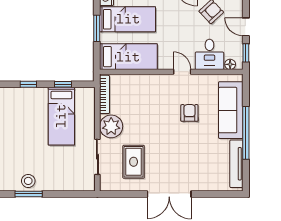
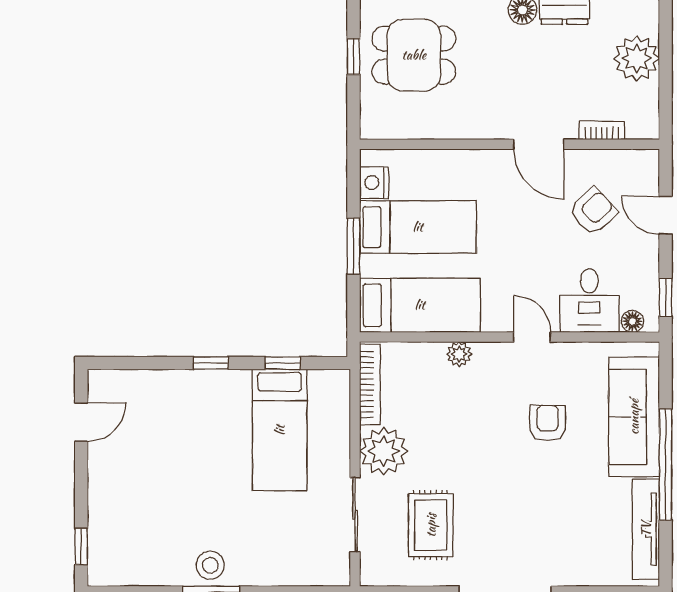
door: (246, 27) -> (666, 215), moved
plant: (147, 80) -> (459, 354), added

